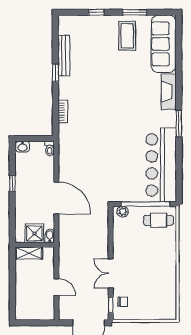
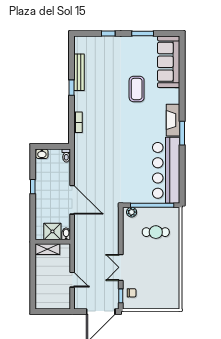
coffee table: (127, 36) -> (137, 89), moved
fireplace: (169, 92) -> (173, 120), moved
cafe table: (158, 220) -> (156, 232), moved

